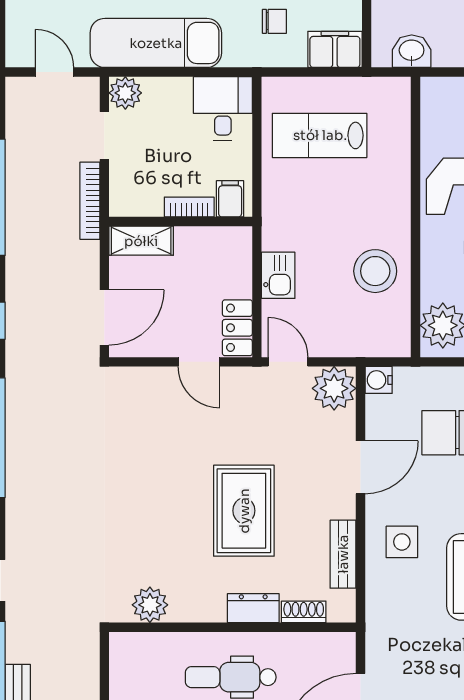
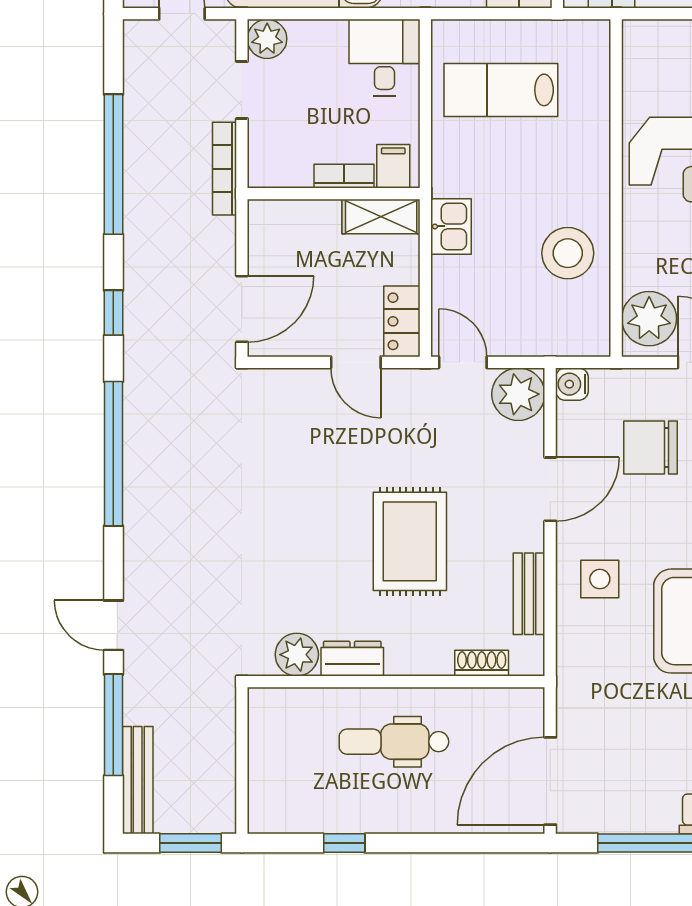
shelving: (141, 241) -> (381, 217), moved
kitchen sink: (278, 275) -> (451, 226), moved
dresser: (253, 608) -> (352, 659), moved

